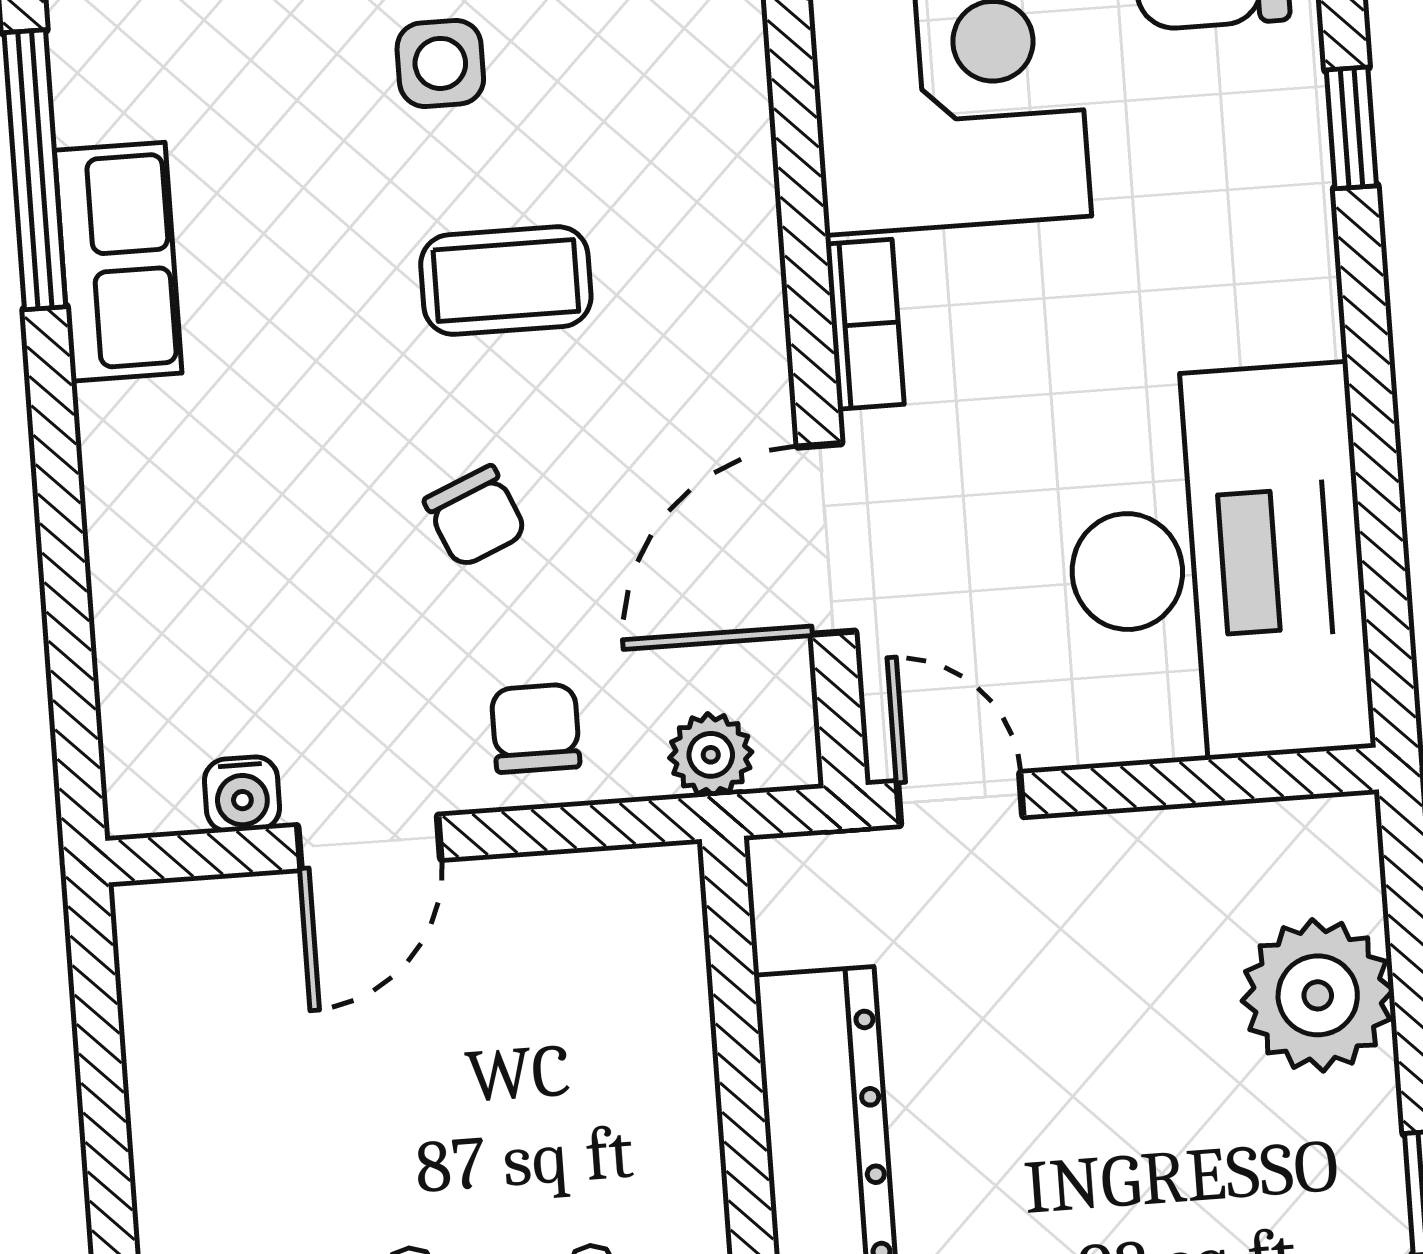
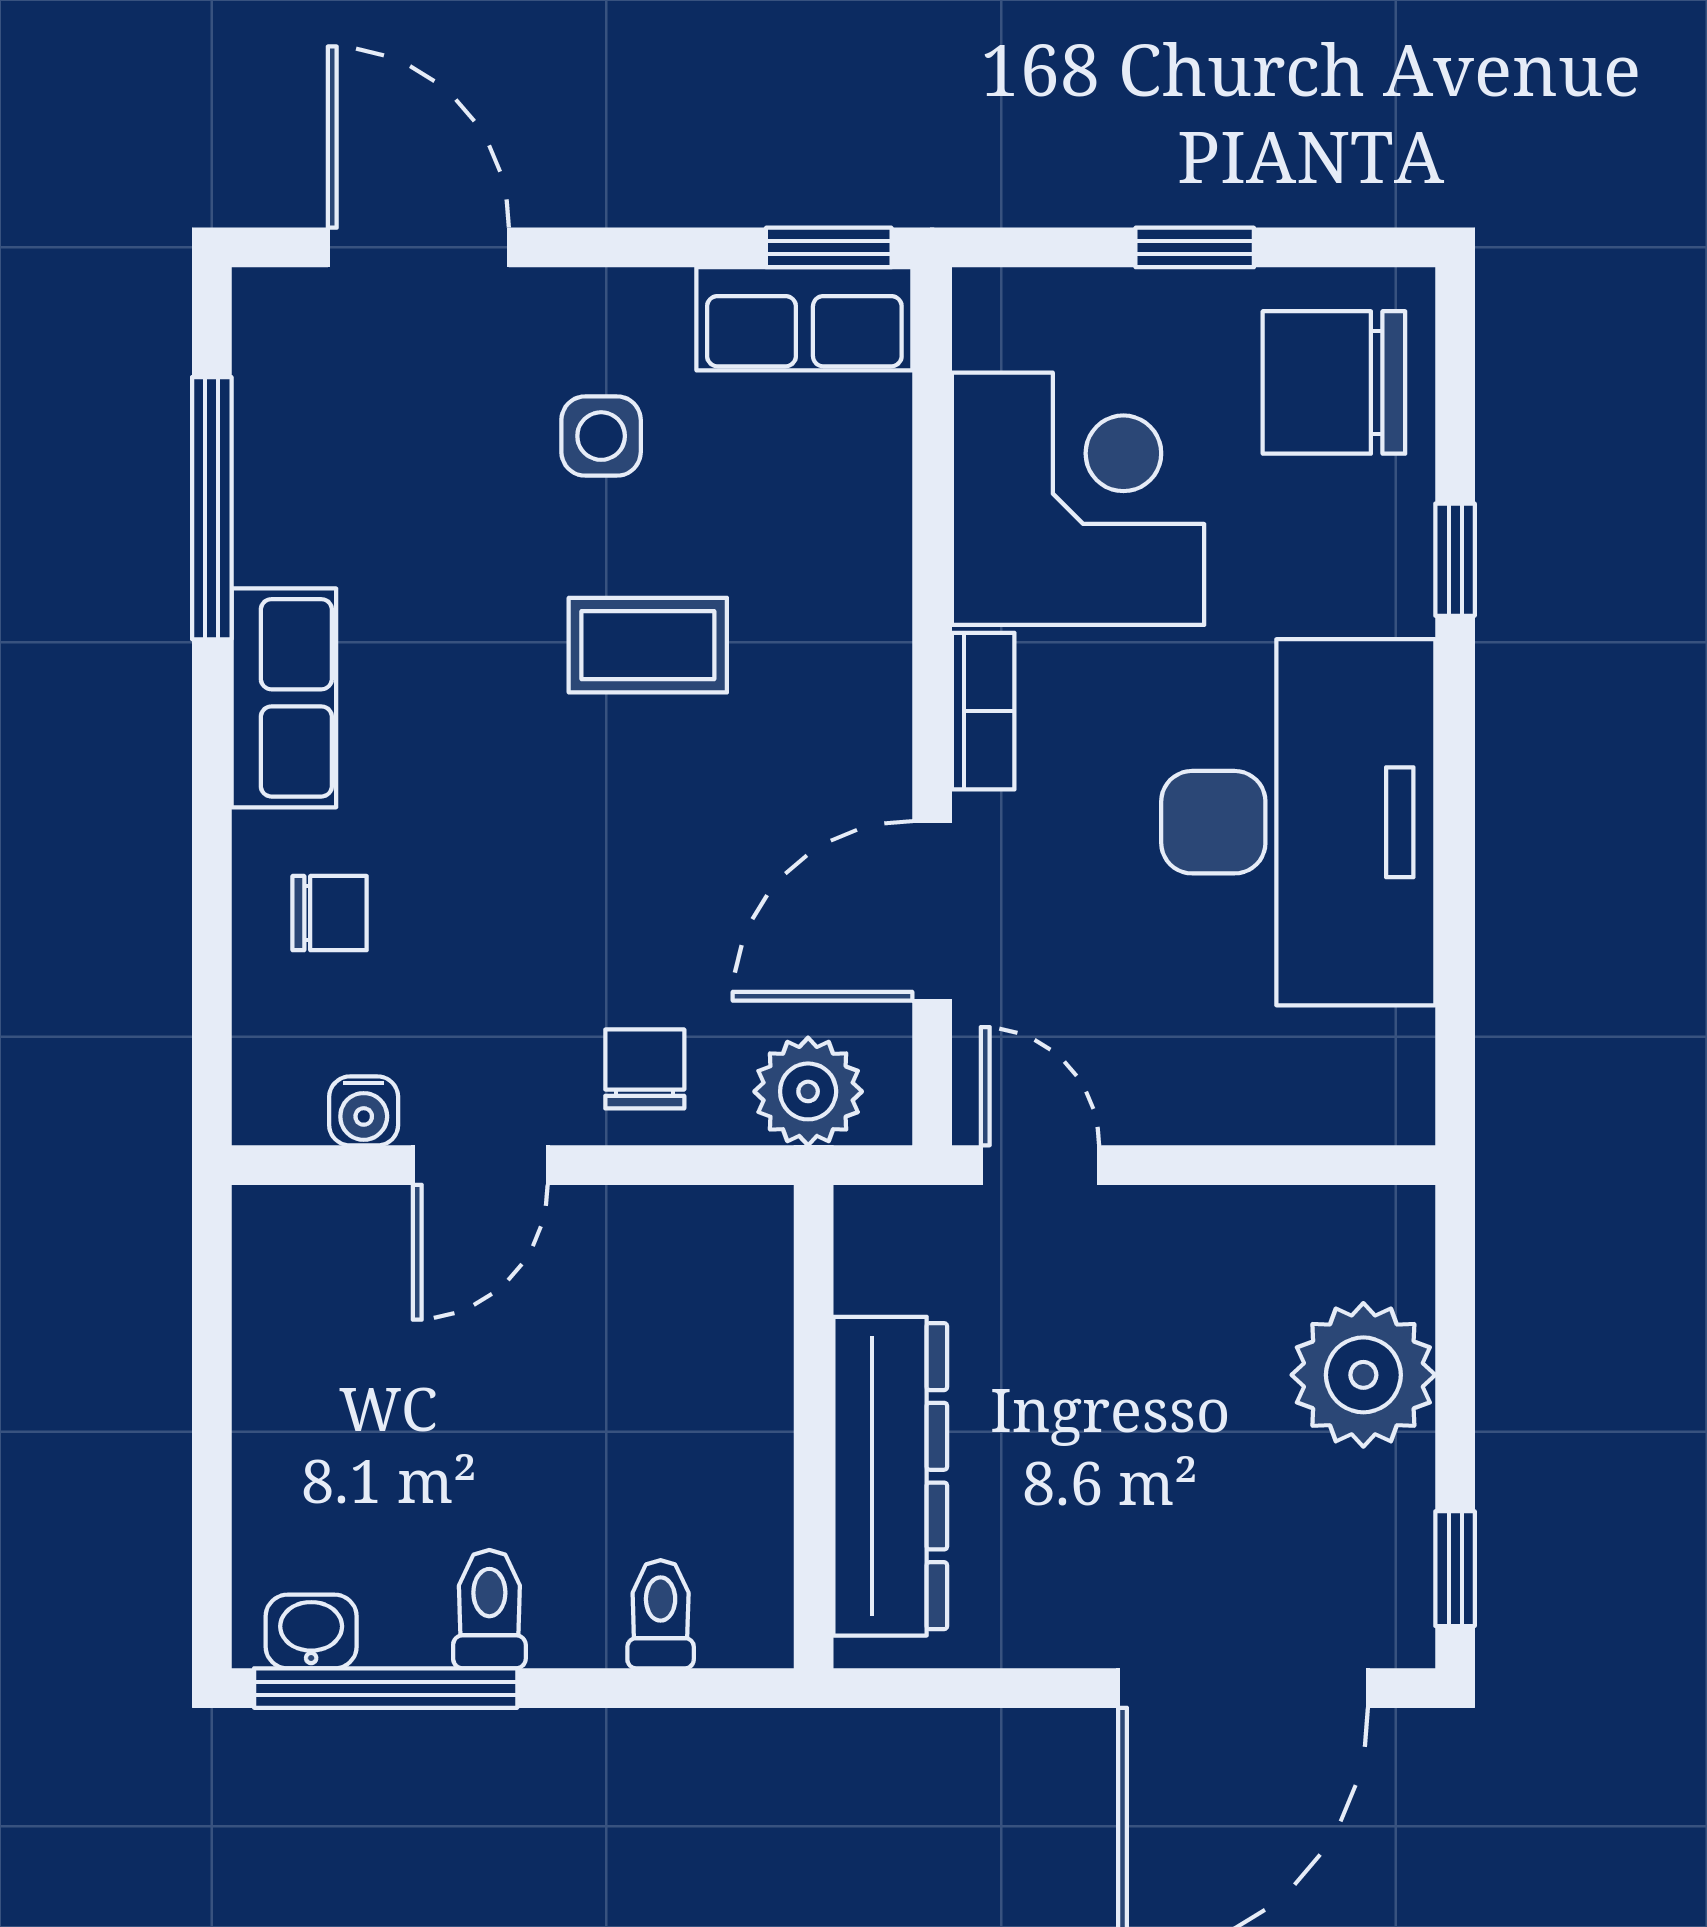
row of seats: (118, 262) -> (284, 698), moved
chair: (475, 517) -> (330, 913), moved, turned -67
desk: (1217, 565) -> (1298, 822), moved
plant: (711, 755) -> (808, 1091), width x1.38, depth x1.38

